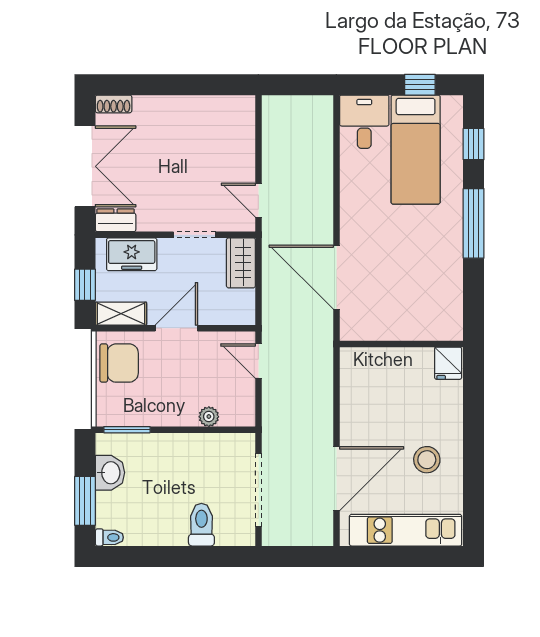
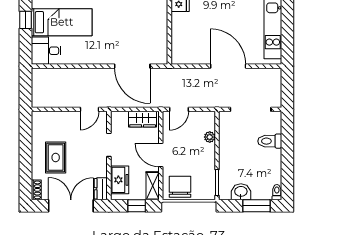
rug: (172, 139) -> (56, 157), added
wardrobe: (241, 263) -> (143, 119), moved
door: (336, 277) -> (132, 66), hinge flipped
stool: (427, 460) -> (234, 16), removed
door: (336, 479) -> (228, 66), moved

